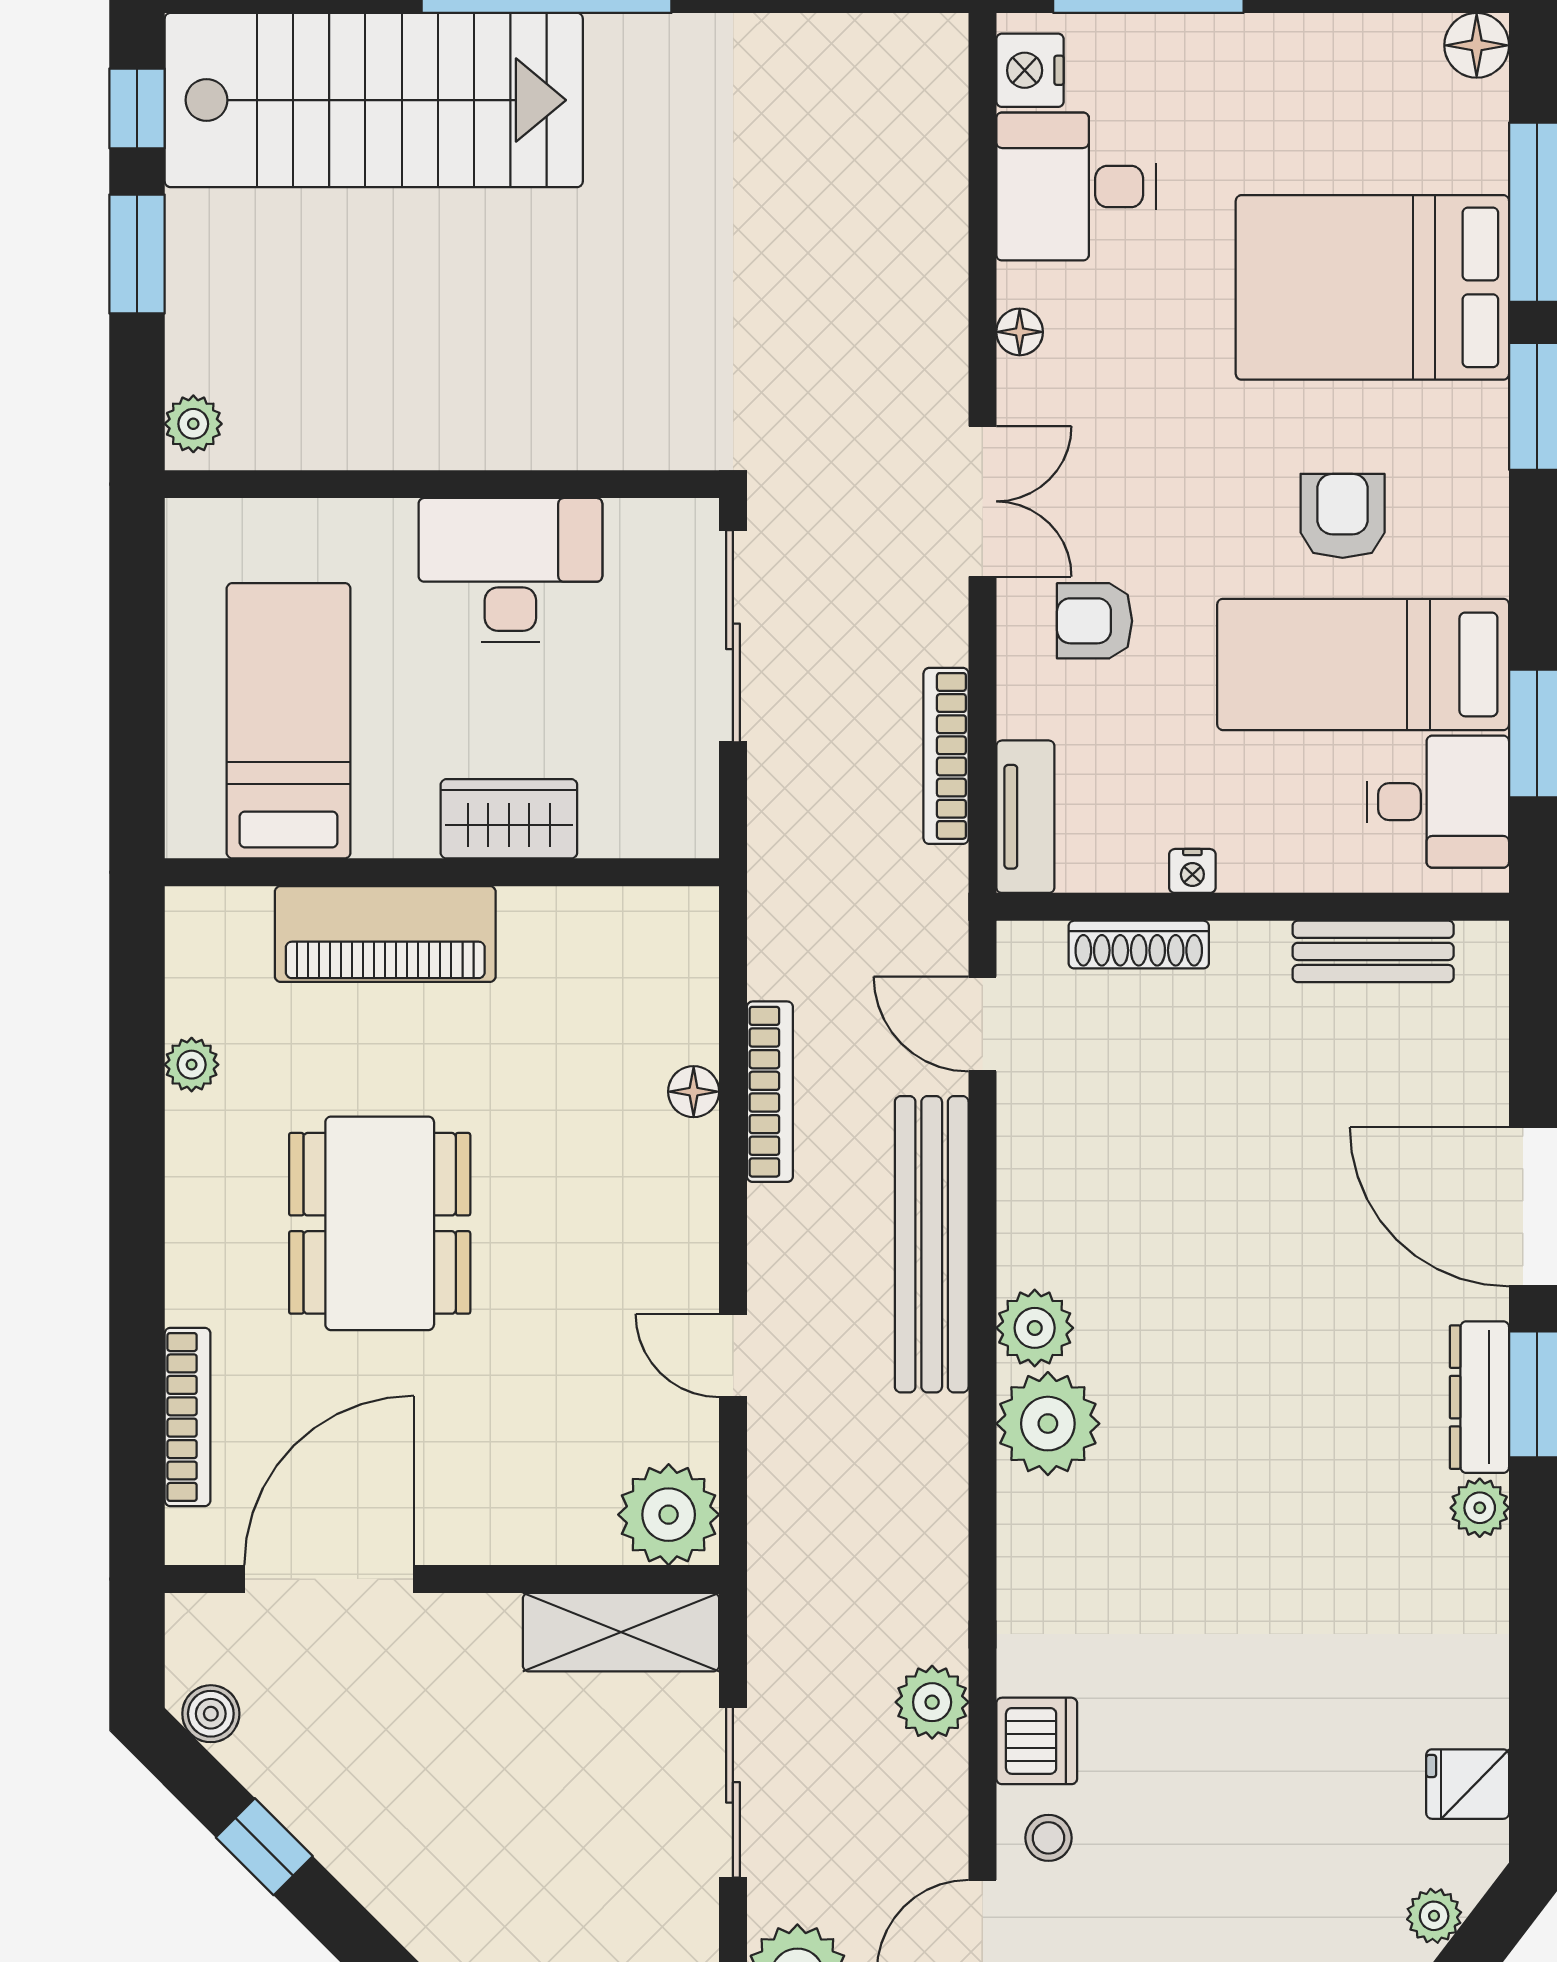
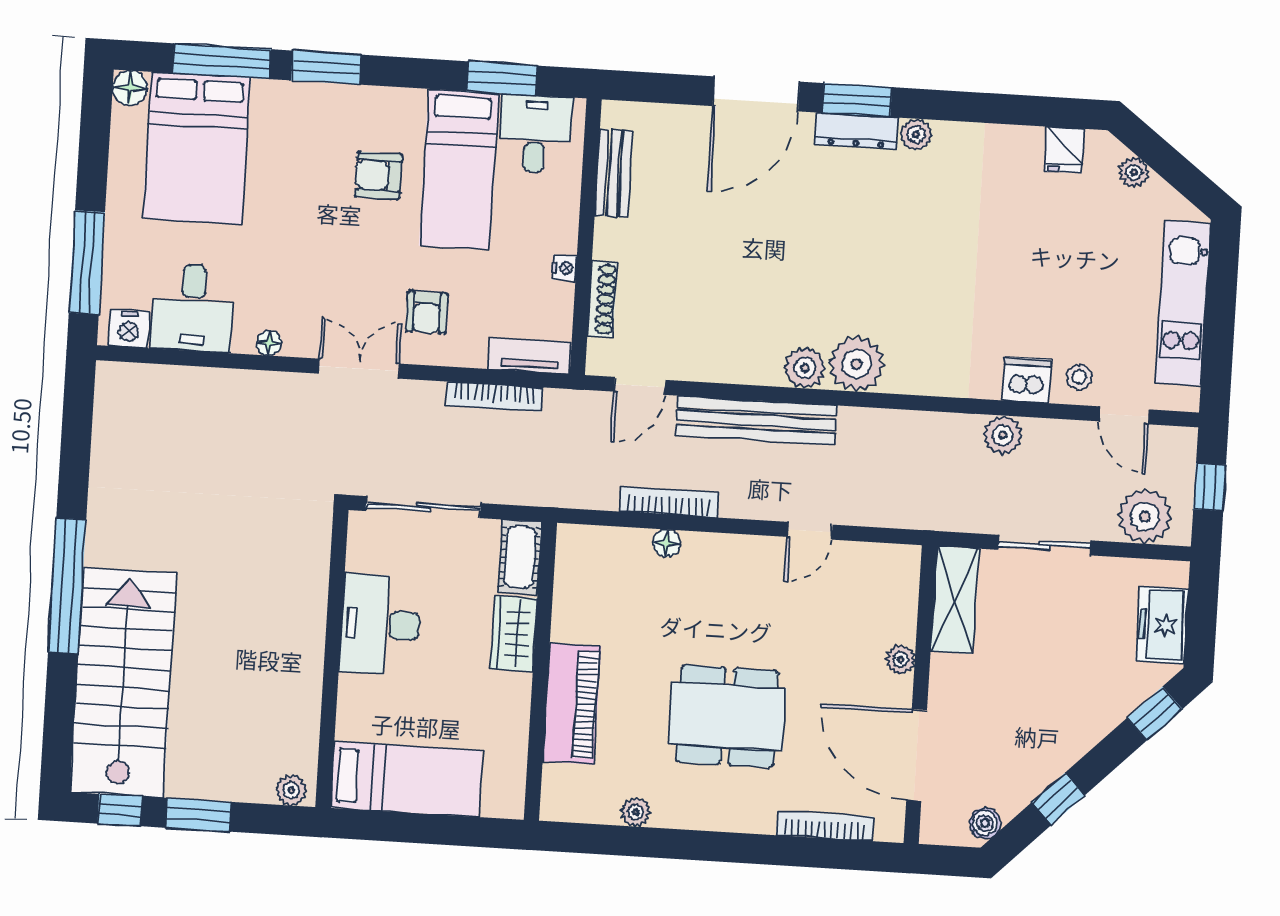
bed: (1372, 287) -> (197, 148), moved
bed: (289, 721) -> (406, 779), moved, turned 180
cot: (651, 821) -> (520, 557), added
plant: (669, 1515) -> (900, 660), moved, width x0.53, depth x0.53

